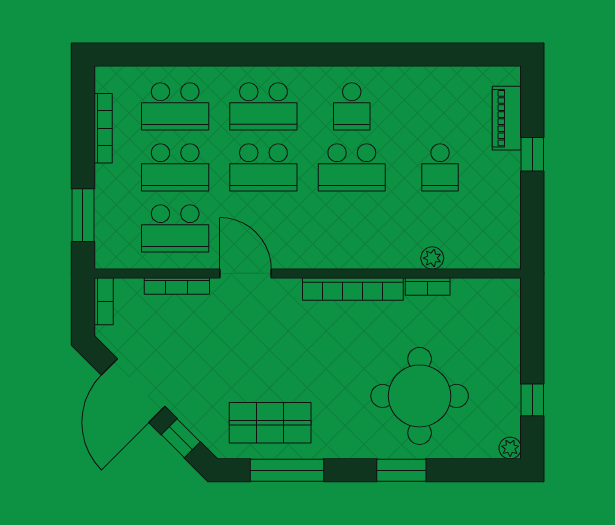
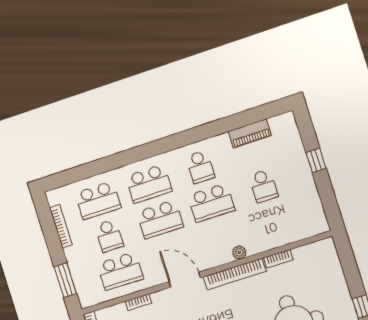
piano: (507, 118) -> (250, 133), moved, turned -90
school desk: (175, 167) -> (109, 236), width x0.54
plant: (432, 258) -> (239, 252), moved
door: (246, 273) -> (185, 280), moved
bookcase: (177, 286) -> (138, 302), width x0.64

